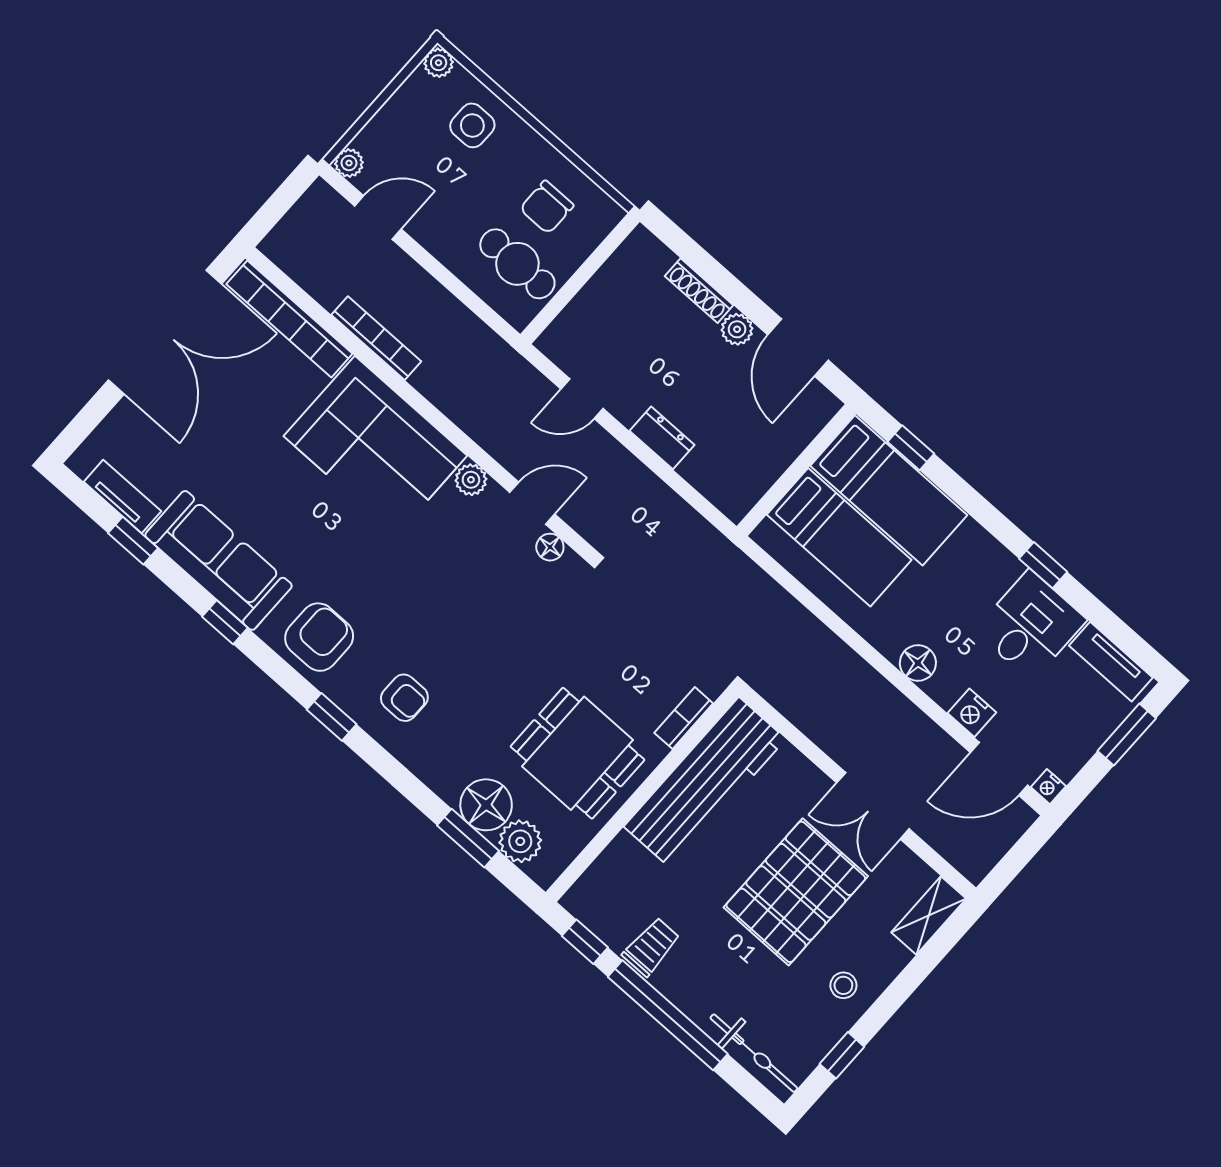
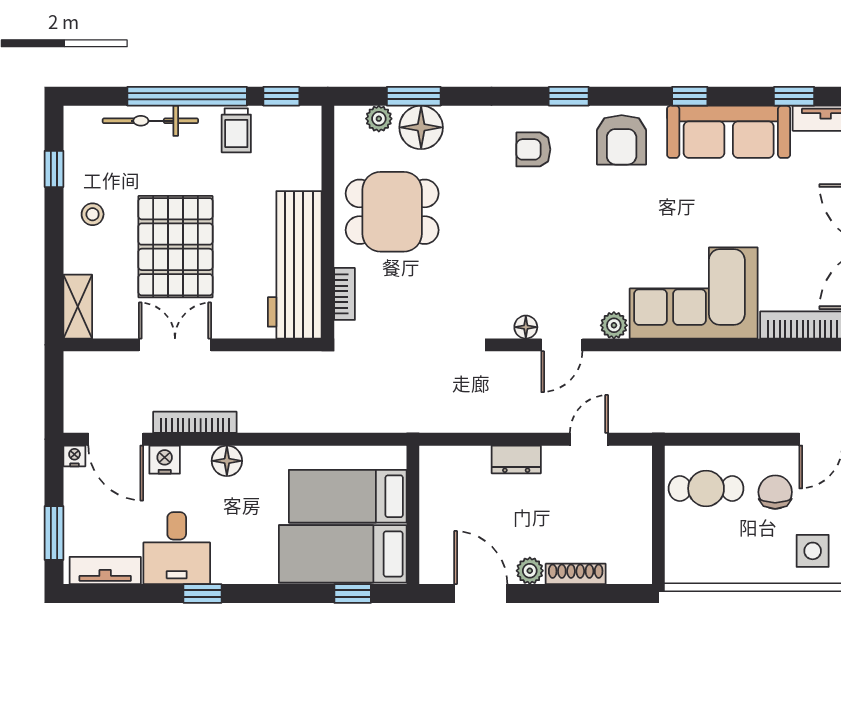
chair: (547, 207) -> (775, 492), moved
bookcase: (376, 338) -> (195, 422), moved, turned 180
door: (999, 769) -> (116, 439), swing flipped
plant: (520, 841) -> (379, 119), width x0.73, depth x0.73
bicycle: (754, 1053) -> (150, 121), moved

